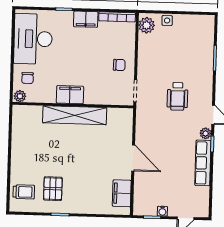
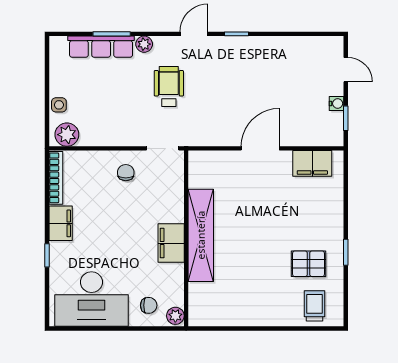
wheelchair: (178, 96) -> (169, 86), turned -90
plant: (206, 133) -> (144, 44), moved
row of seats: (203, 163) -> (101, 47), moved

